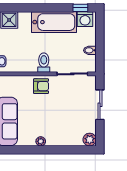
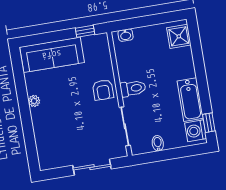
bathtub: (54, 22) -> (190, 100), width x0.73, depth x0.73
plant: (90, 140) -> (47, 162), removed

